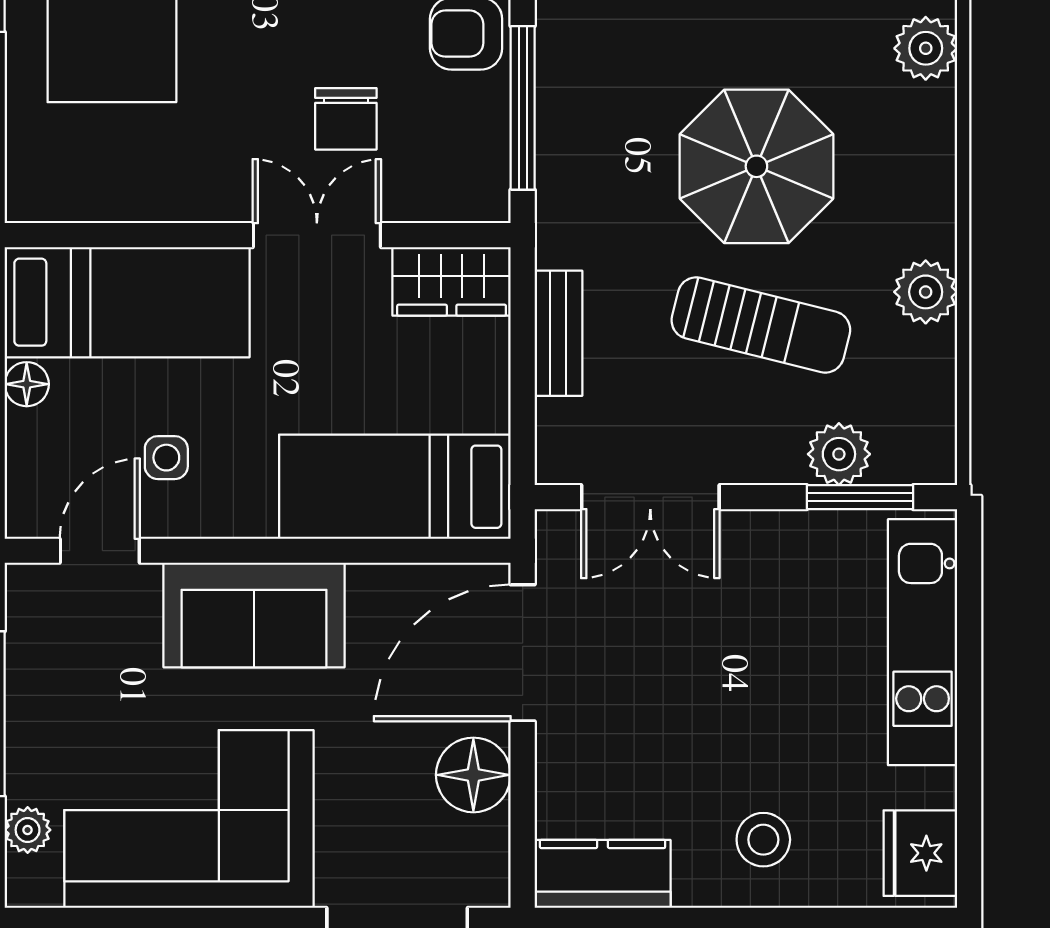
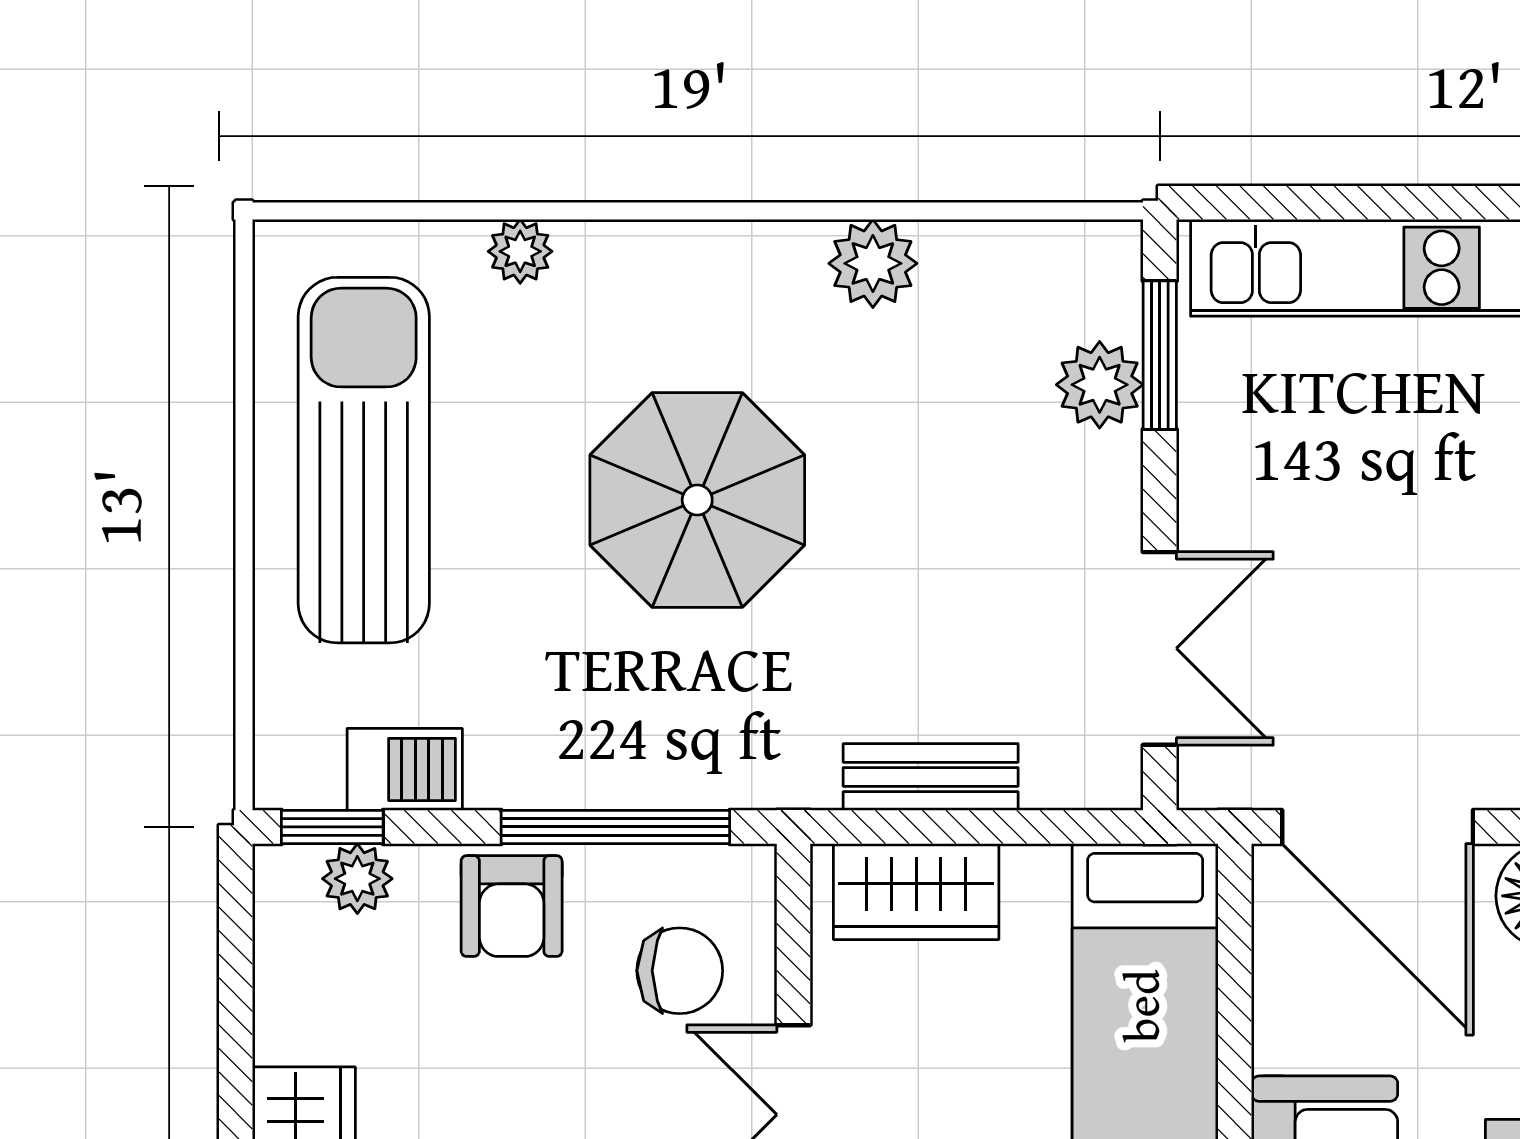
plant: (926, 48) -> (520, 251), width x0.73, depth x0.73
chair: (346, 119) -> (680, 971), moved
wardrobe: (452, 281) -> (916, 892), moved, turned 90
sun lounger: (761, 325) -> (919, 494), removed

